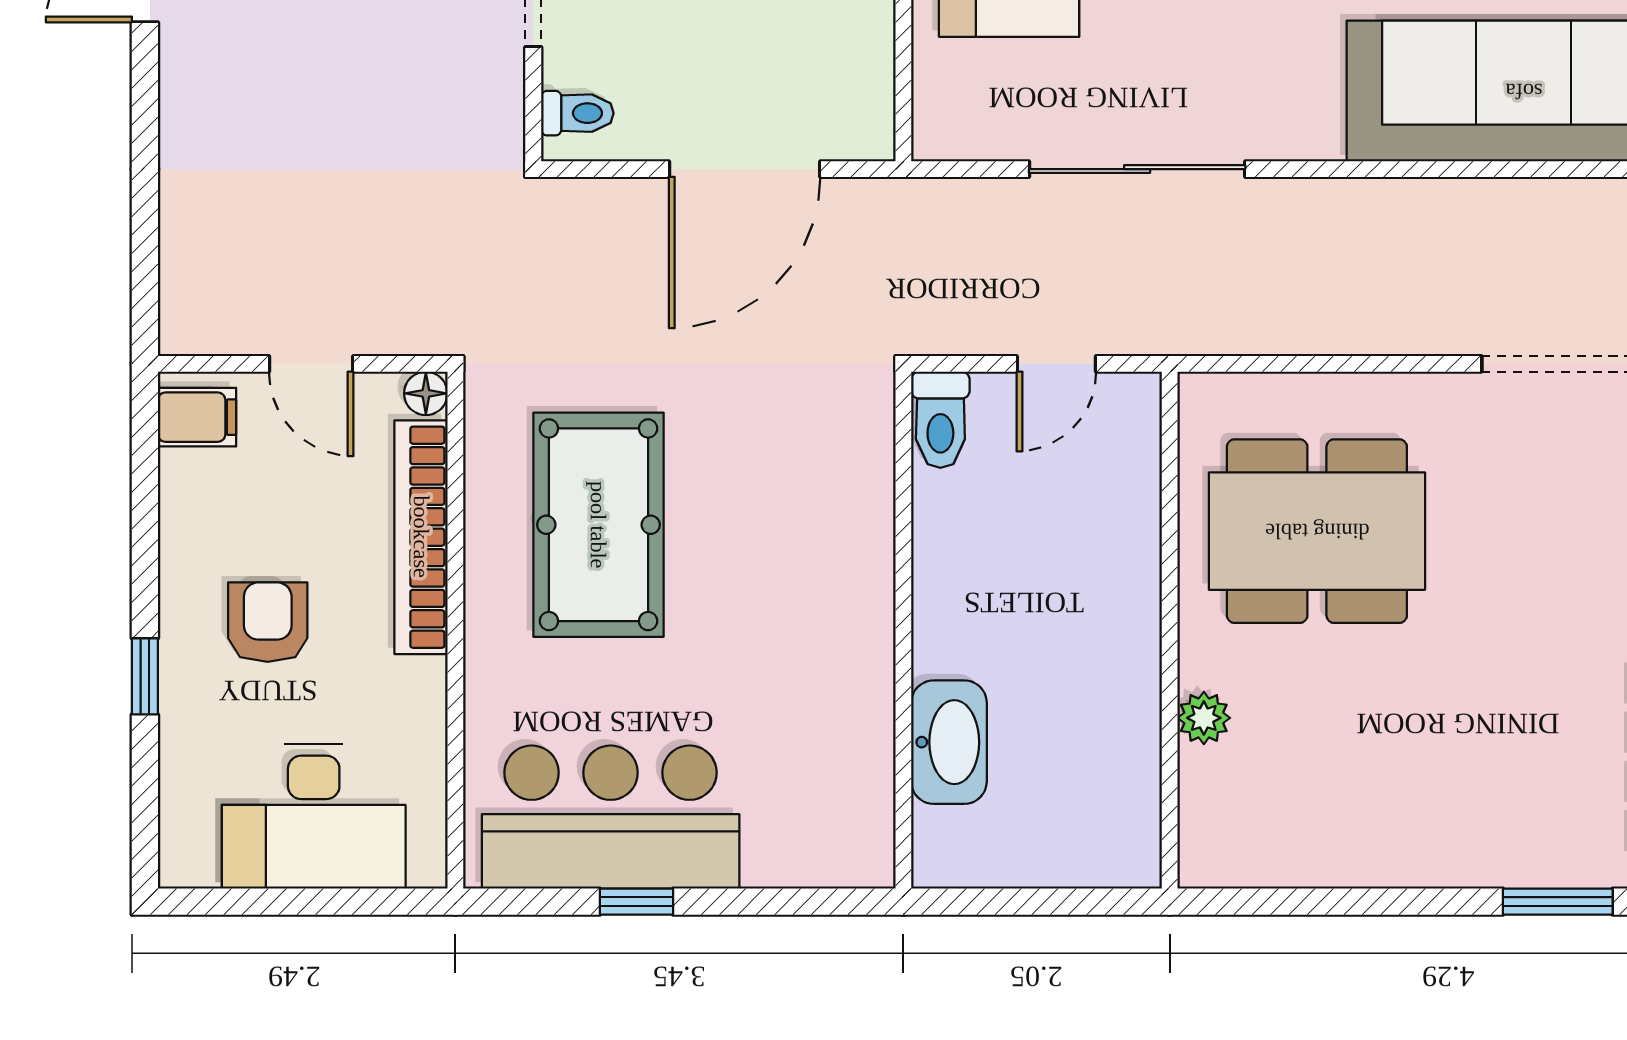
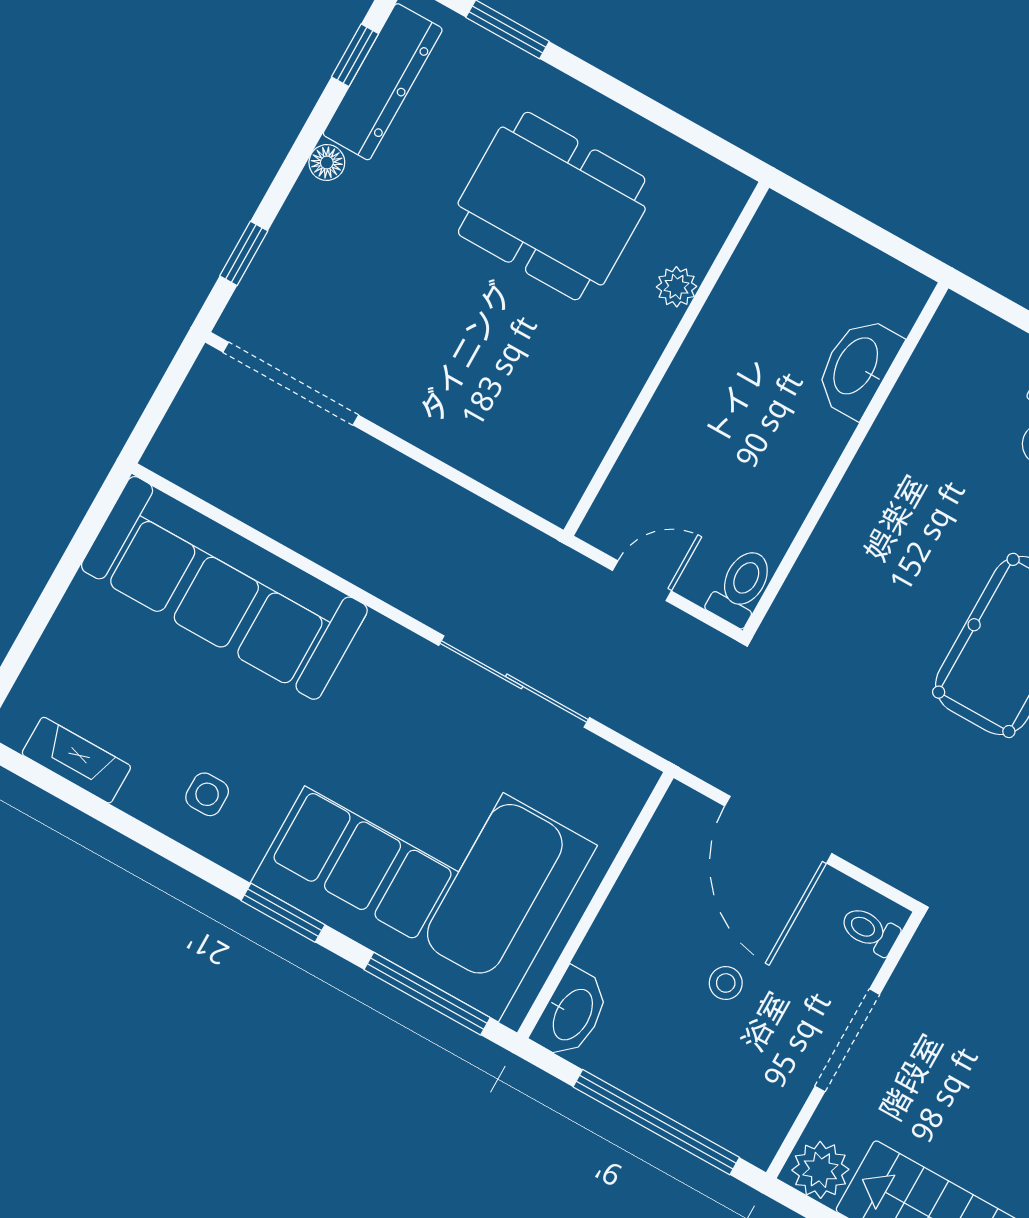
door: (745, 169) -> (778, 830), swing flipped
dining table: (1317, 531) -> (552, 206), moved

